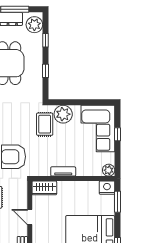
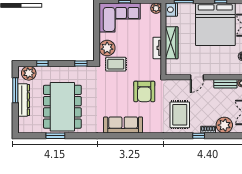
window: (45, 71) -> (81, 64), moved
wardrobe: (44, 188) -> (172, 43), moved, width x1.50

